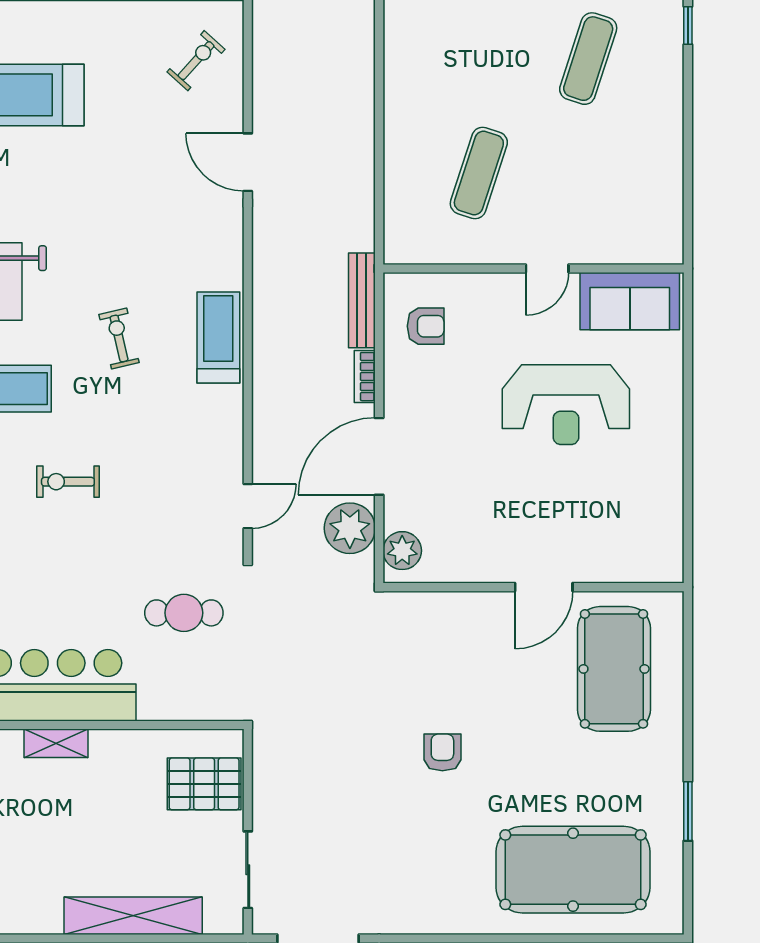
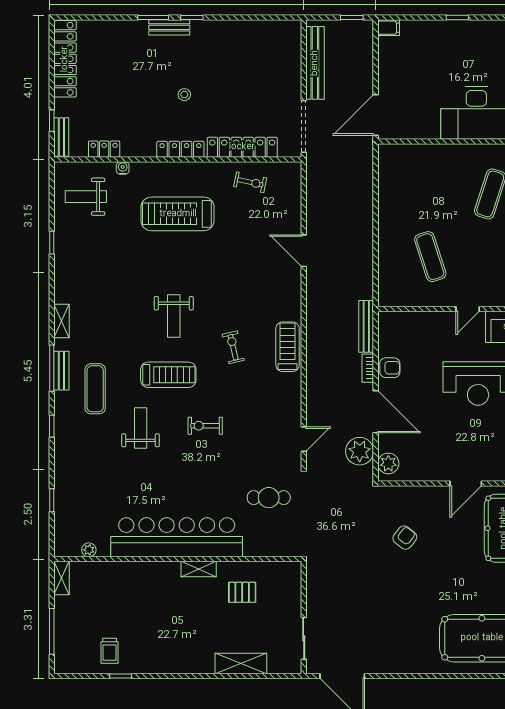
exercise bike: (196, 61) -> (250, 182), moved, turned 60
exercise mat: (479, 173) -> (430, 257), turned -36
armchair: (426, 326) -> (390, 368), moved
door: (379, 456) -> (376, 412), swing flipped
armchair: (442, 752) -> (405, 538), moved, turned 38
pallet: (204, 784) -> (242, 592), moved, width x0.67, depth x0.71
shelving: (133, 916) -> (241, 664), width x0.68

